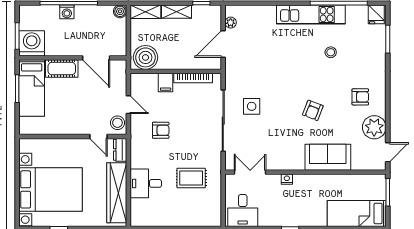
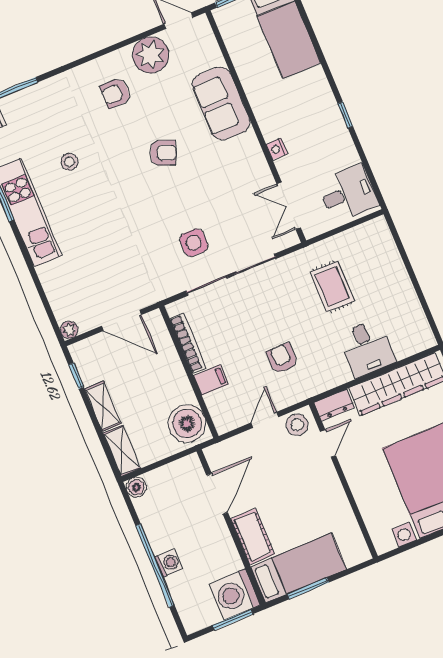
plant: (231, 23) -> (69, 330), moved
armchair: (360, 97) -> (116, 93), turned -90

